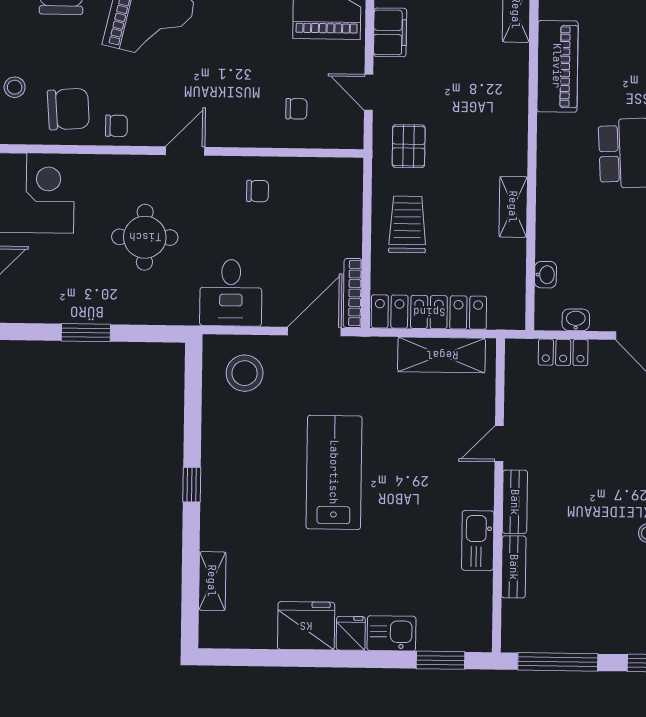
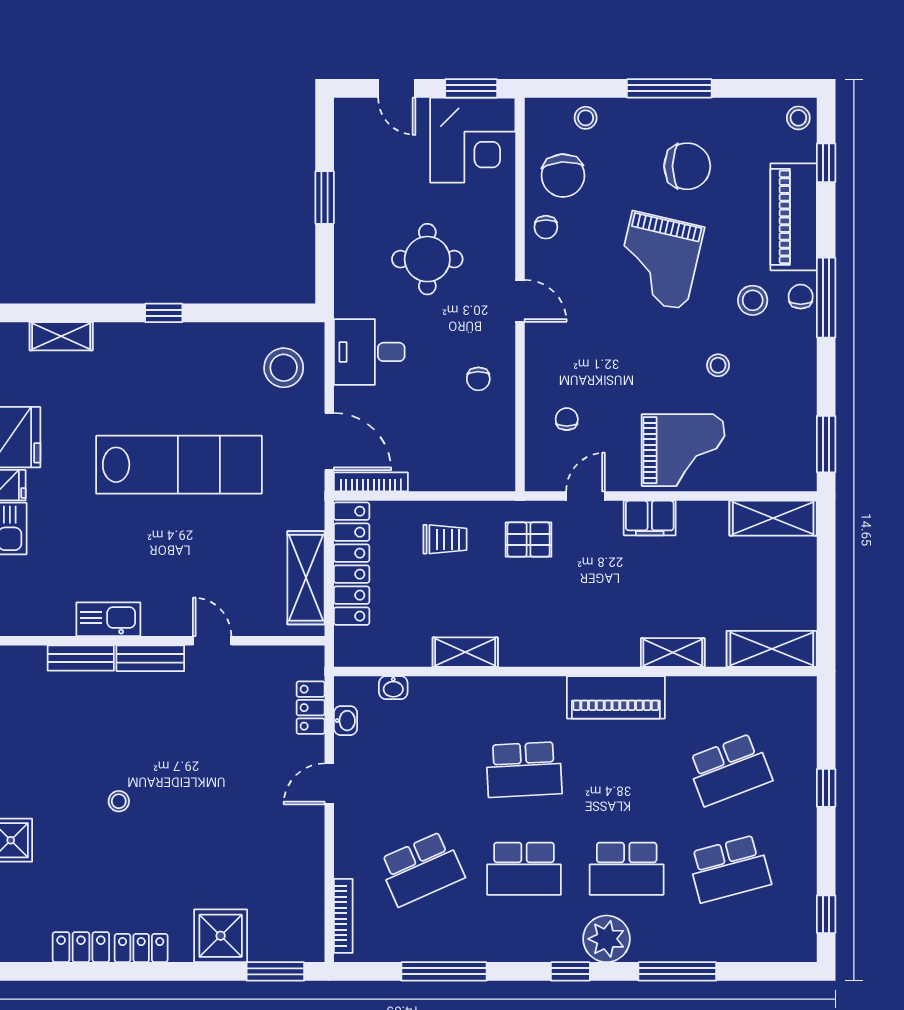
chair: (296, 109) -> (567, 419), turned 180
trolley: (407, 224) -> (445, 539), width x0.73, depth x0.72
lab bench: (334, 472) -> (179, 465), width x1.36

